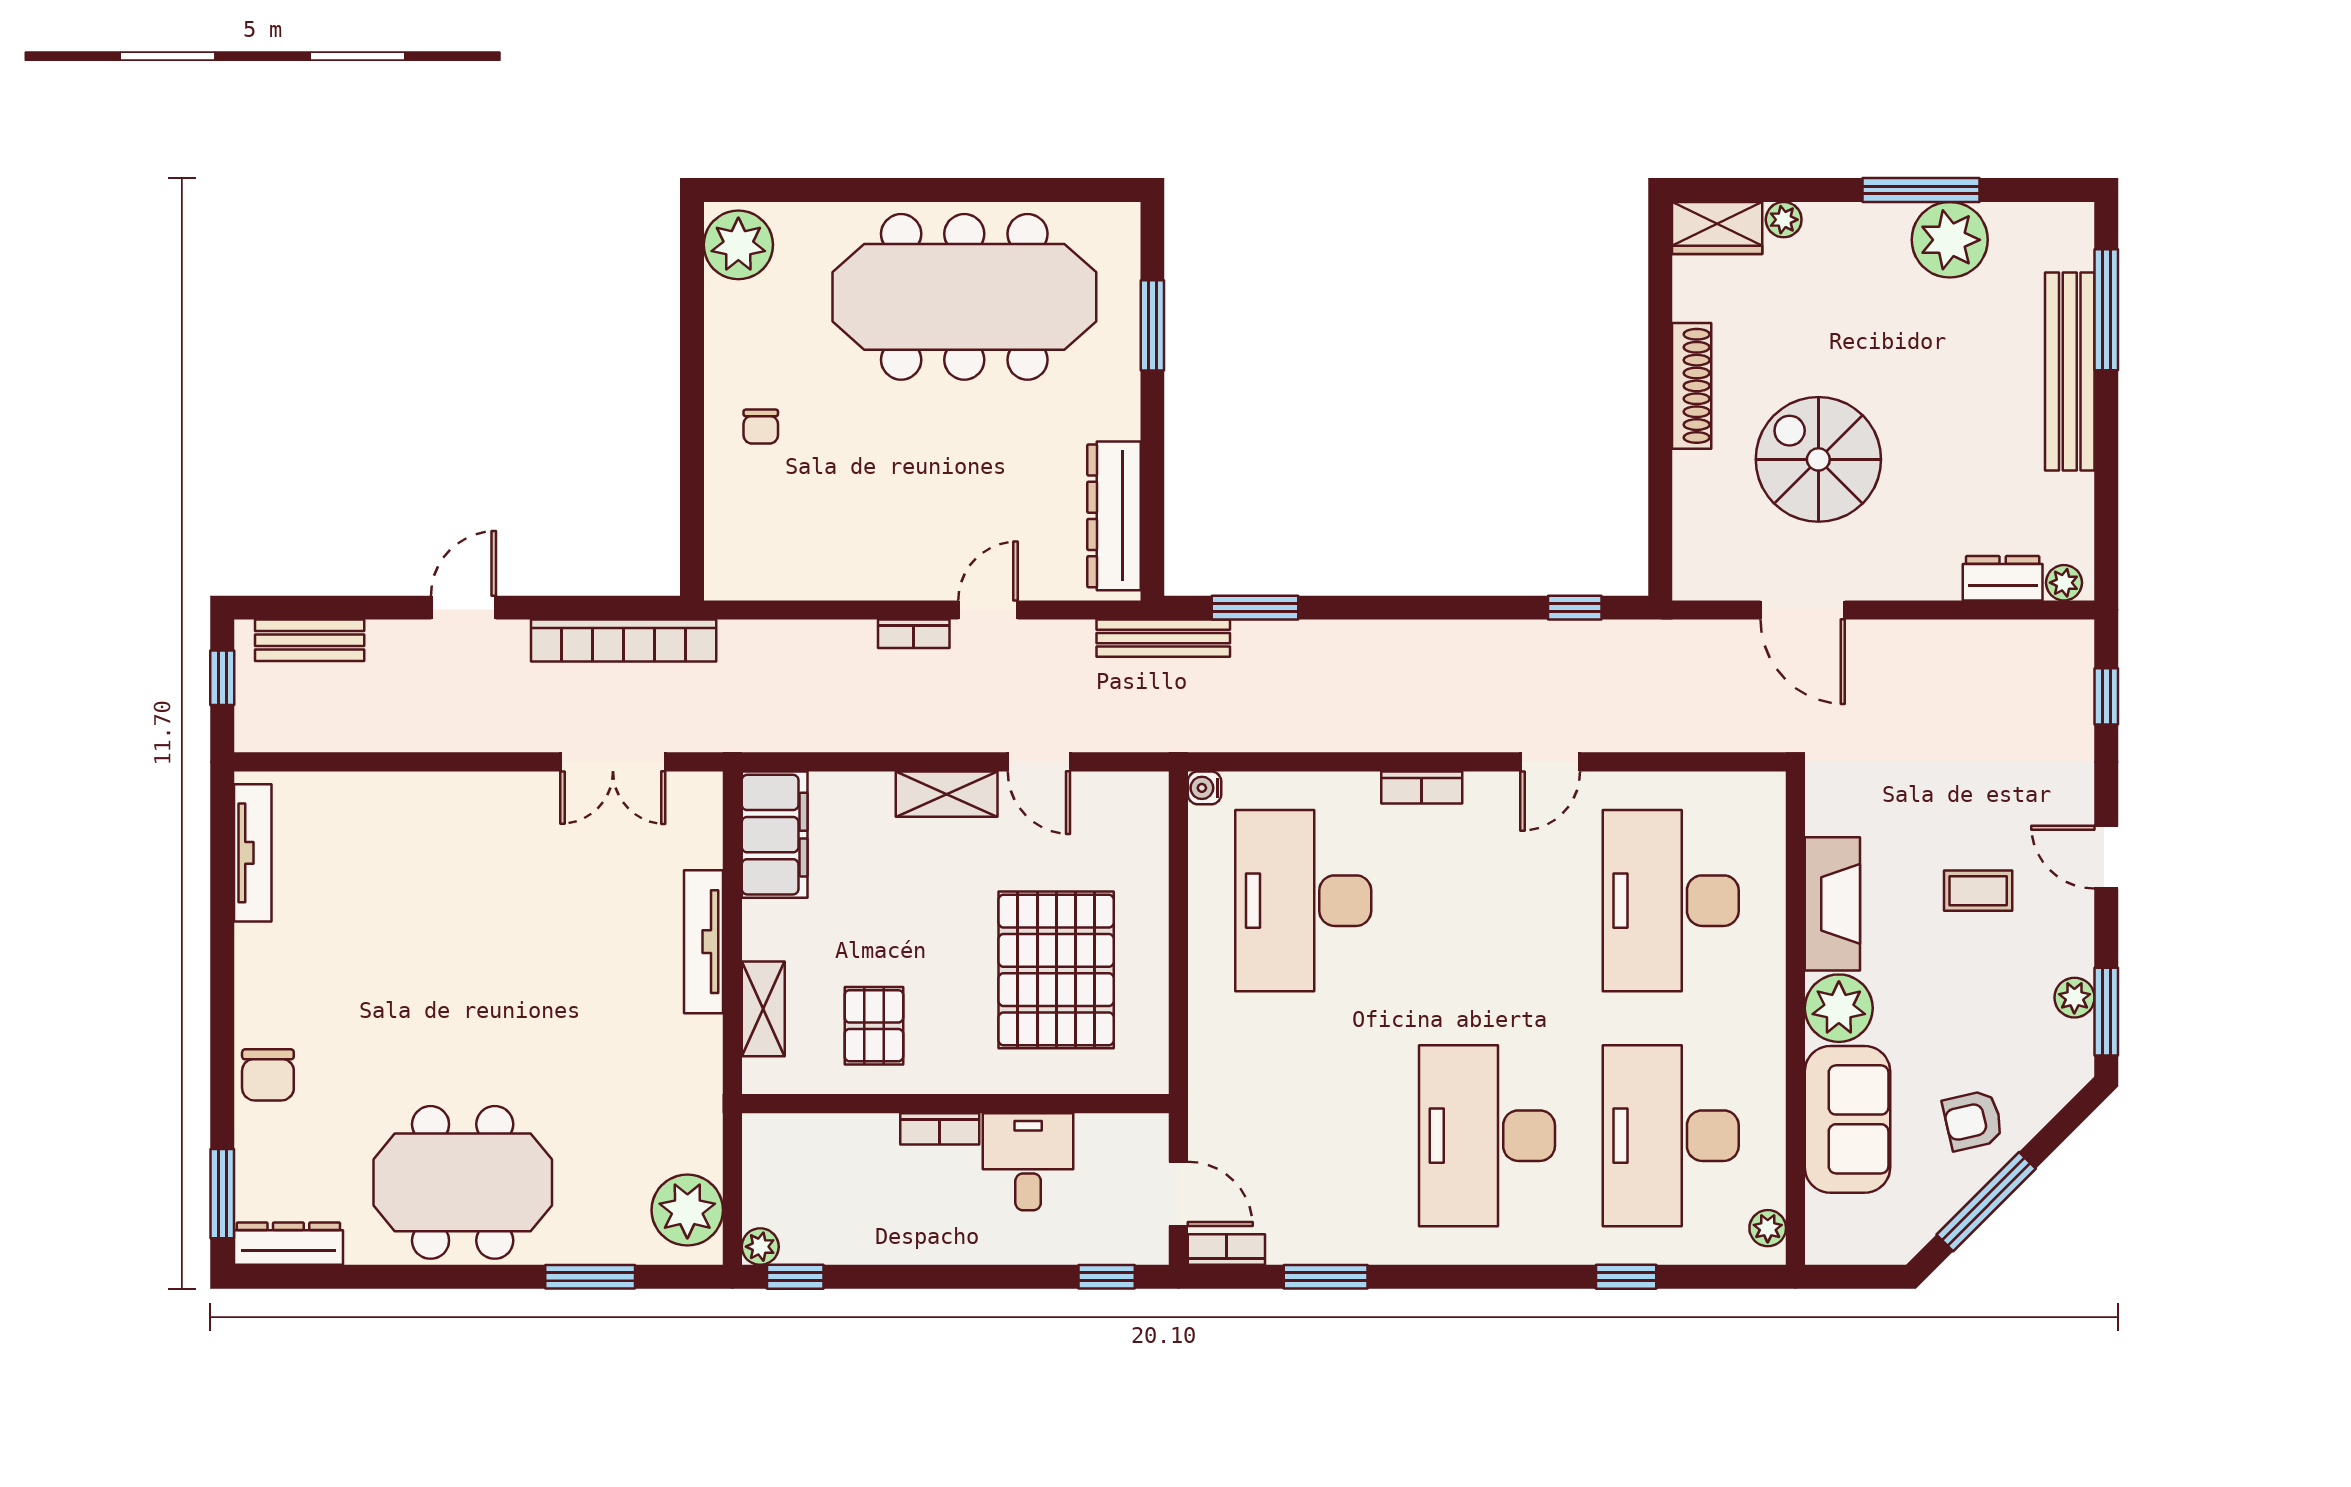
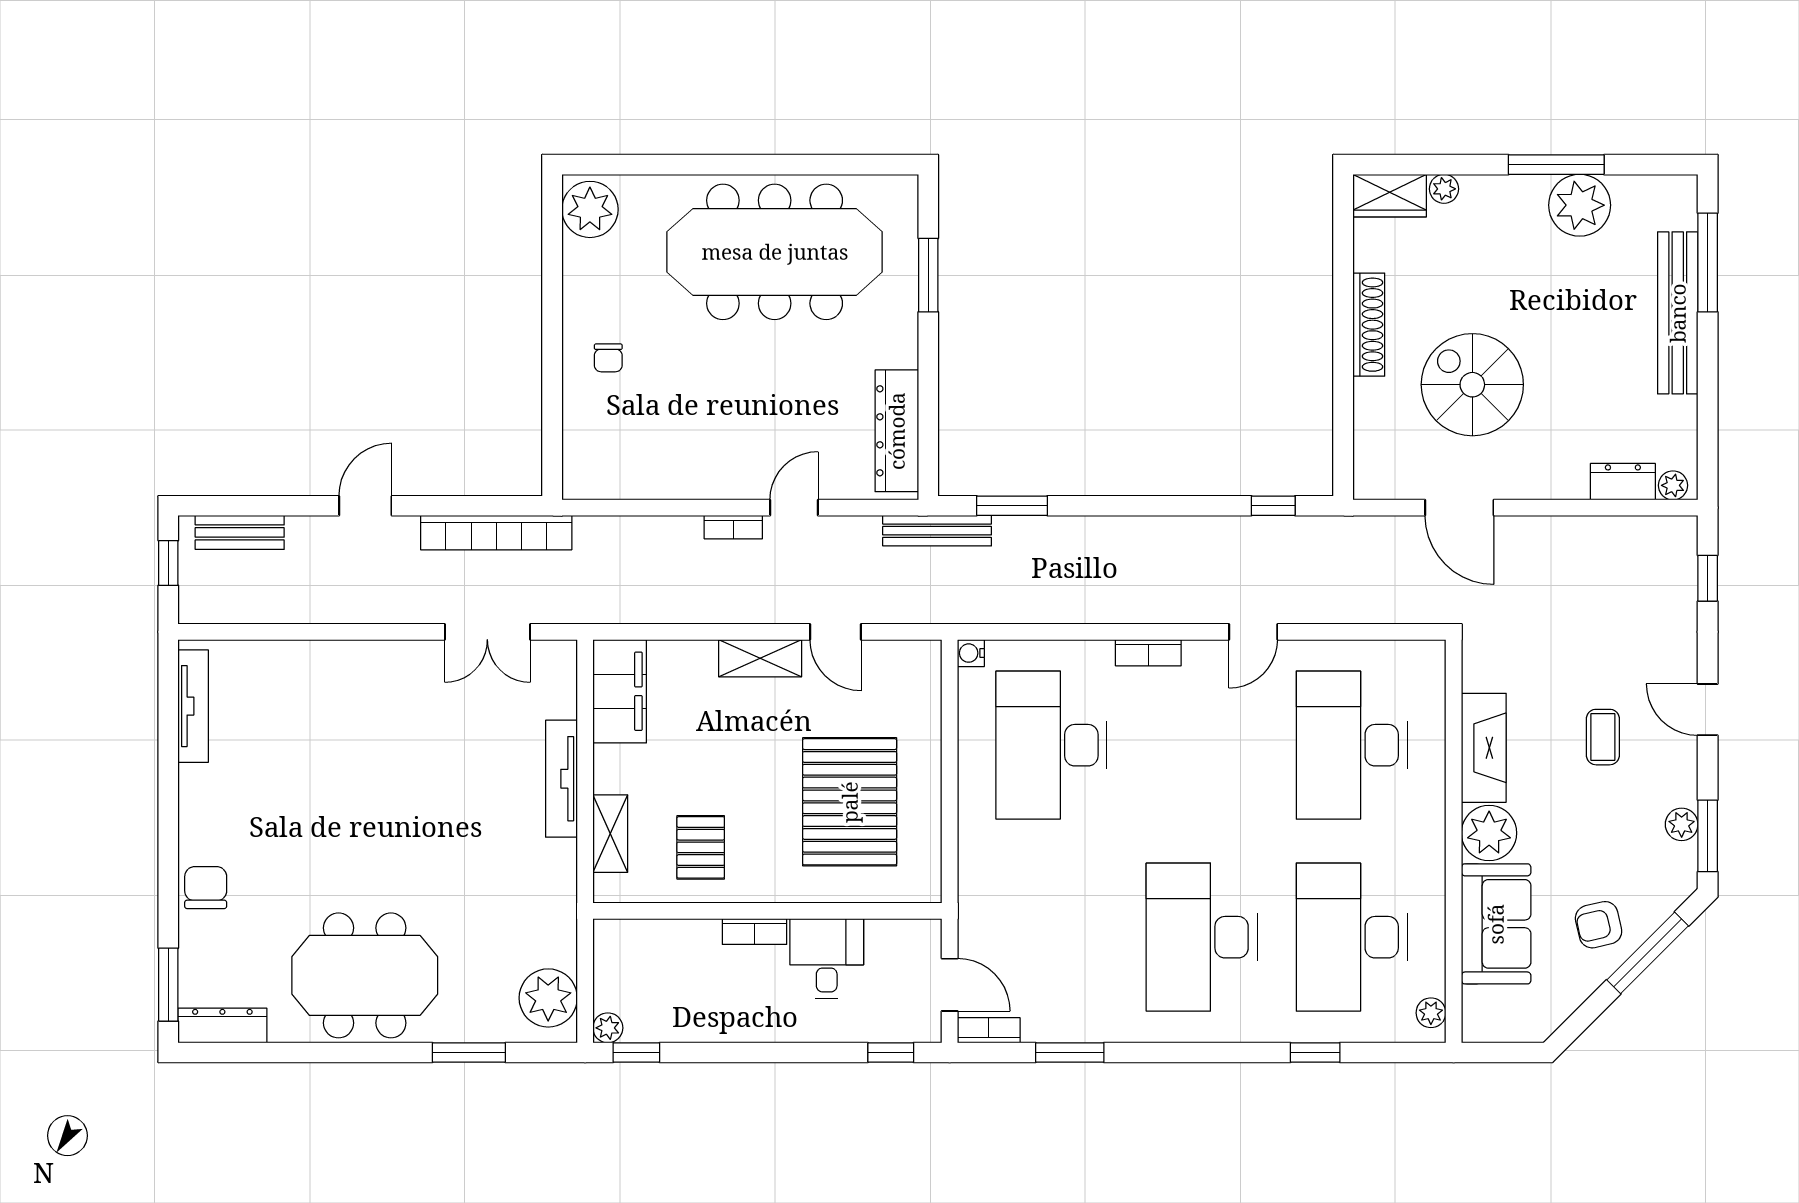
coffee table: (1978, 891) -> (1603, 737), turned 90
chair: (268, 1075) -> (206, 888), turned 180
window: (1986, 1202) -> (1648, 953), moved

